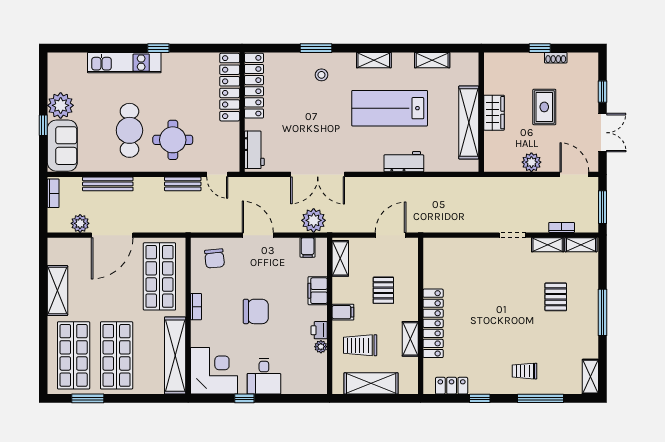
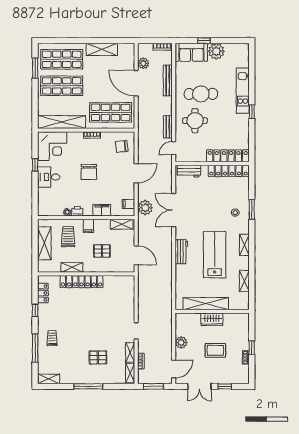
workbench: (404, 162) -> (182, 252), moved

